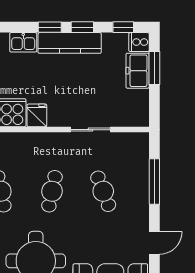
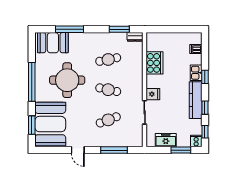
window: (50, 27) -> (205, 77), moved
freezer: (138, 71) -> (166, 140), moved
fridge: (37, 115) -> (153, 94), moved

